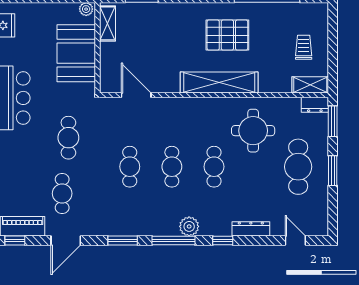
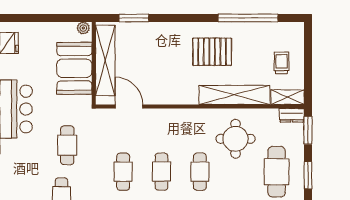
shelving: (108, 23) -> (105, 60), width x2.20, depth x1.33
shelving: (219, 82) -> (234, 95), moved

